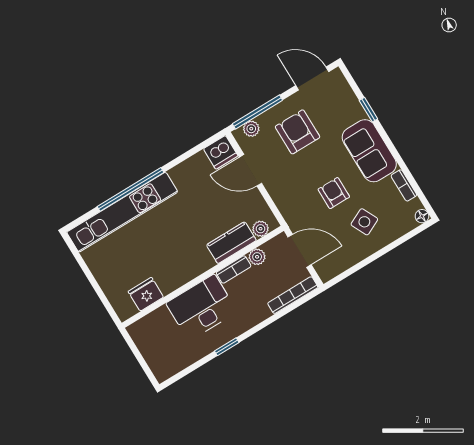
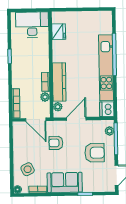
door: (250, 170) -> (76, 119), moved
armchair: (334, 193) -> (56, 143), moved, turned 180
kitchen unit: (122, 212) -> (106, 68), moved
side table: (364, 222) -> (28, 169), moved
kitchen counter: (231, 243) -> (59, 82), width x1.50
door: (300, 251) -> (36, 120), hinge flipped
desk: (202, 307) -> (32, 25), moved, turned -90

